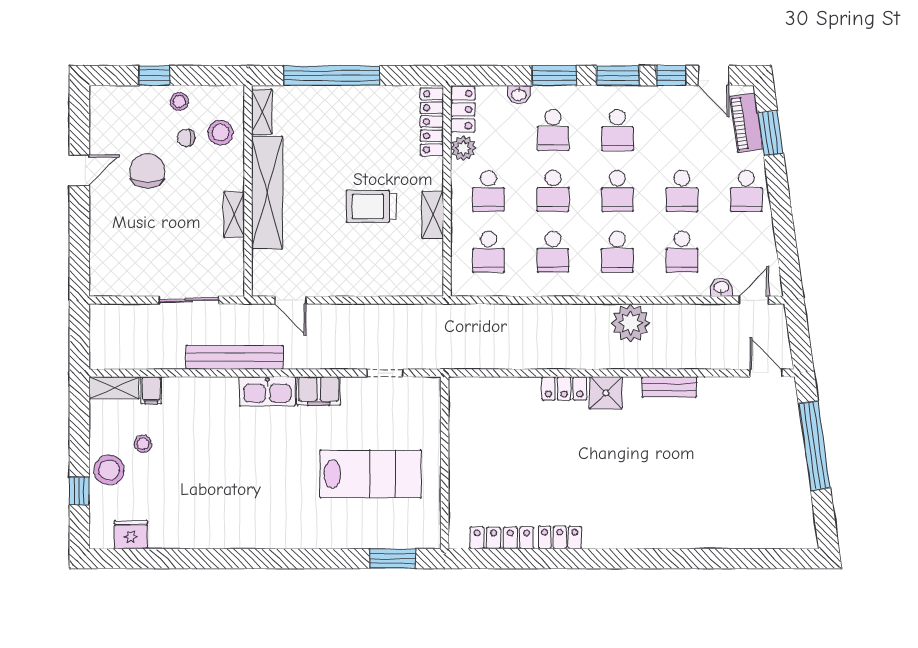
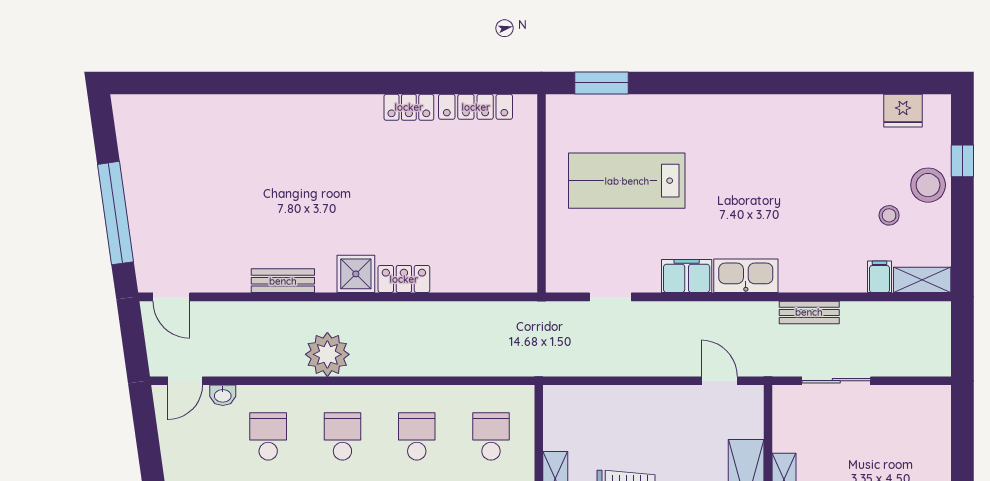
bench: (235, 357) -> (809, 312), width x0.54, depth x0.82

